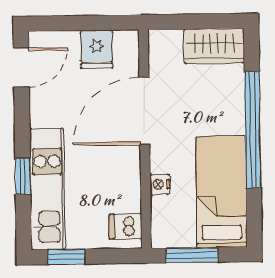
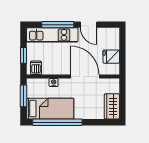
door: (21, 67) -> (89, 25), moved
window: (253, 130) -> (57, 122), moved
window: (23, 176) -> (58, 25), width x2.17
window: (67, 257) -> (23, 55), moved

